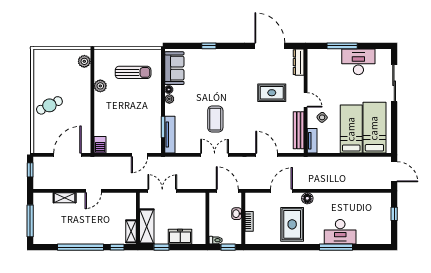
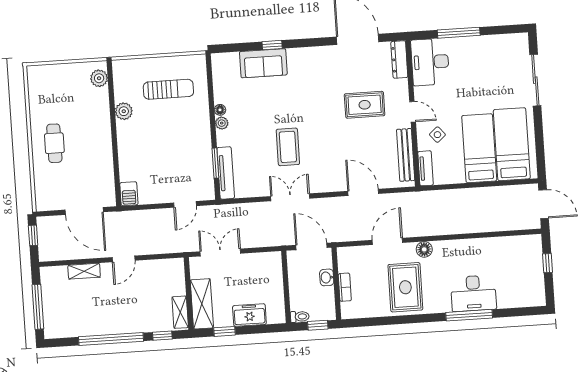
desk: (358, 62) -> (430, 62), moved, turned -90
sofa: (174, 68) -> (263, 63), moved, turned 90
cafe table: (49, 105) -> (54, 143), turned -63
door: (67, 155) -> (84, 211), swing flipped

